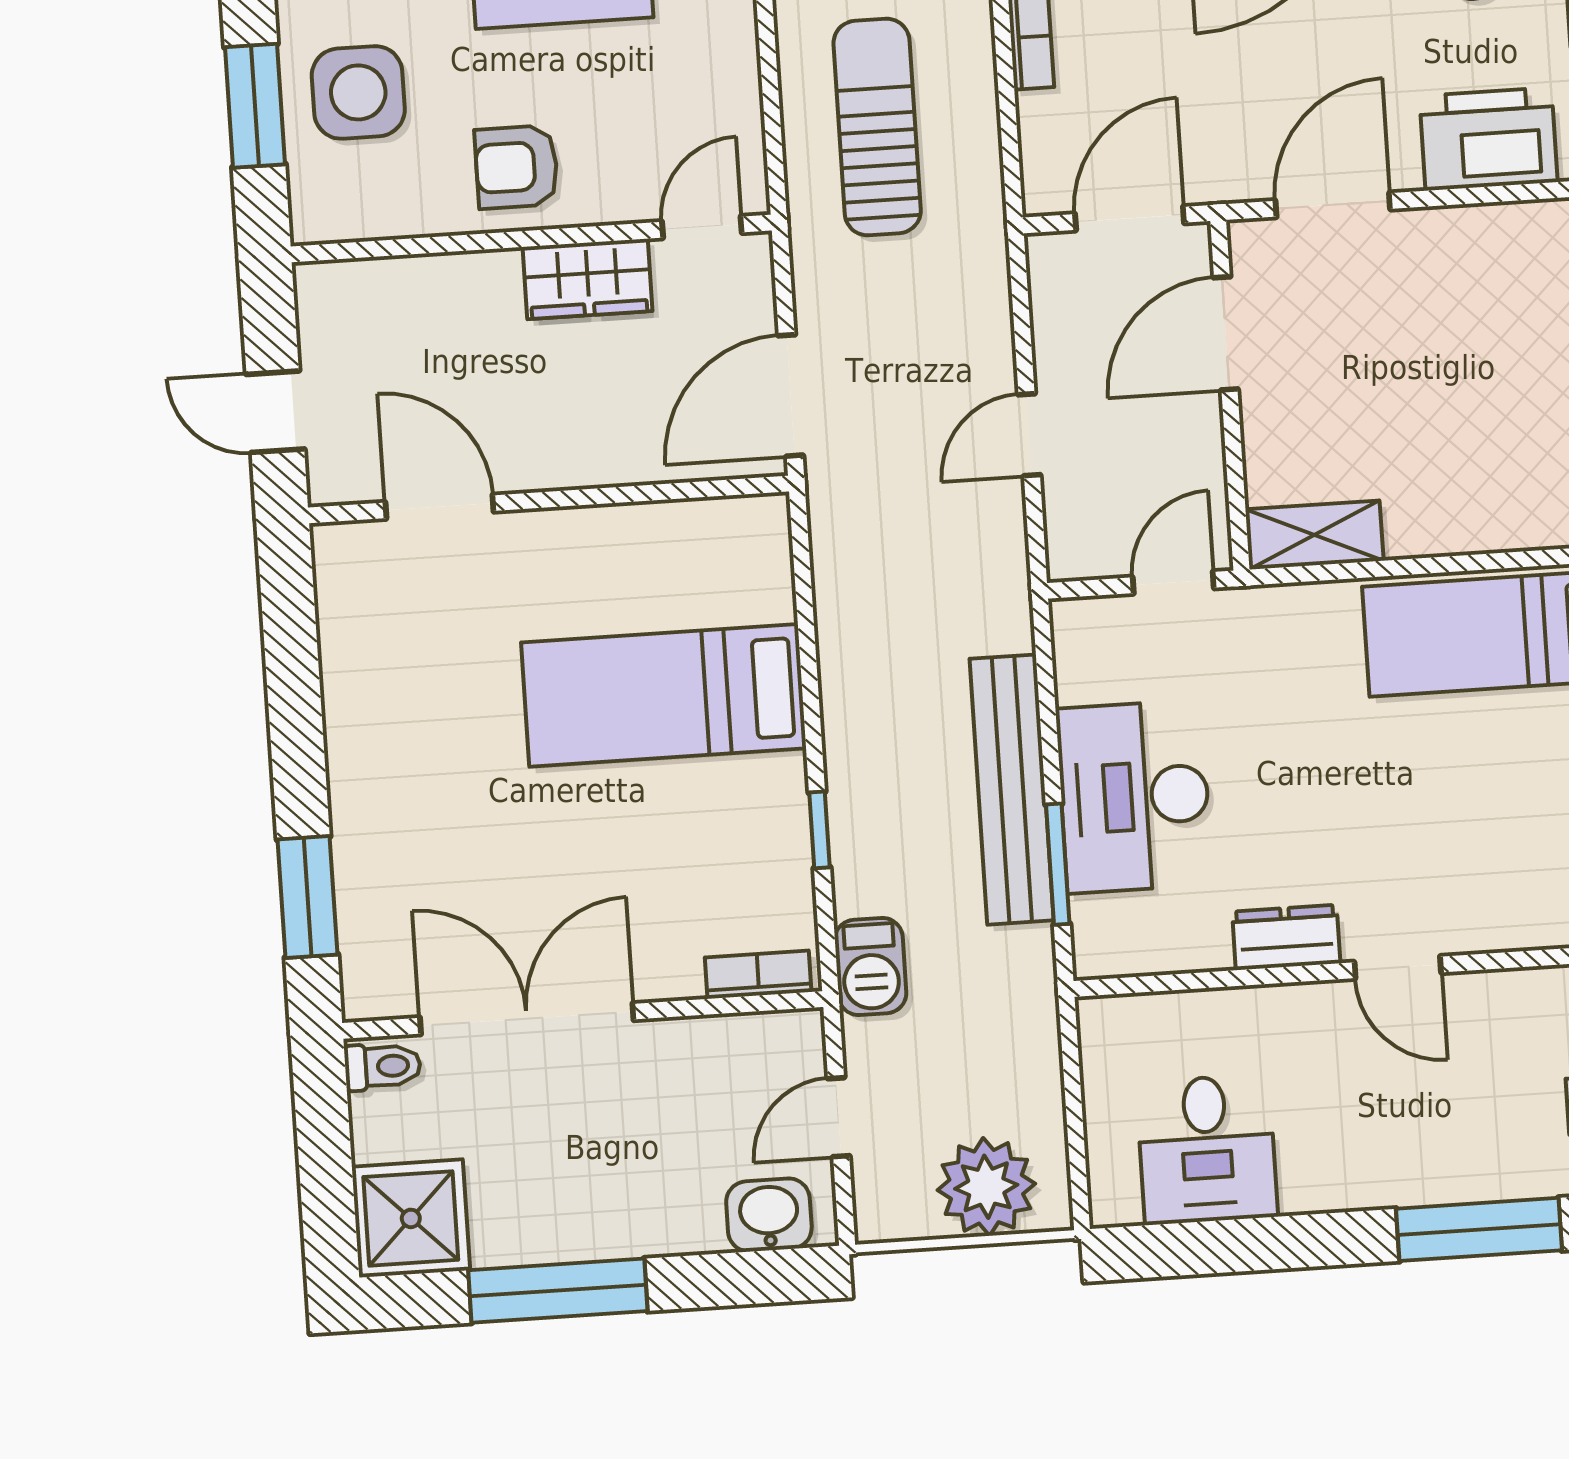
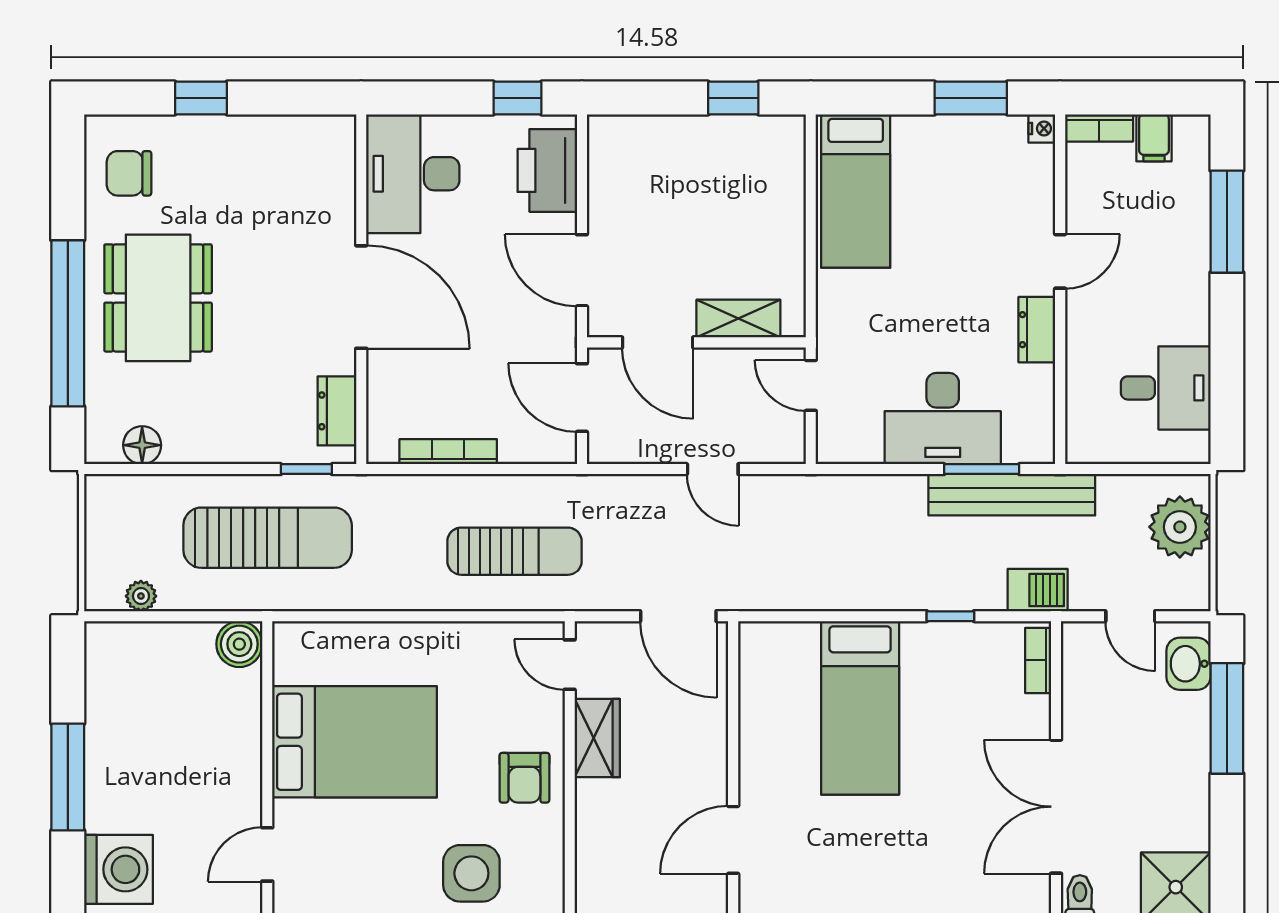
sun lounger: (877, 127) -> (515, 551), turned 180
shelving: (1314, 535) -> (738, 319), moved, turned 90
bench: (1012, 790) -> (1012, 495), moved
window: (558, 1291) -> (1227, 718), moved

